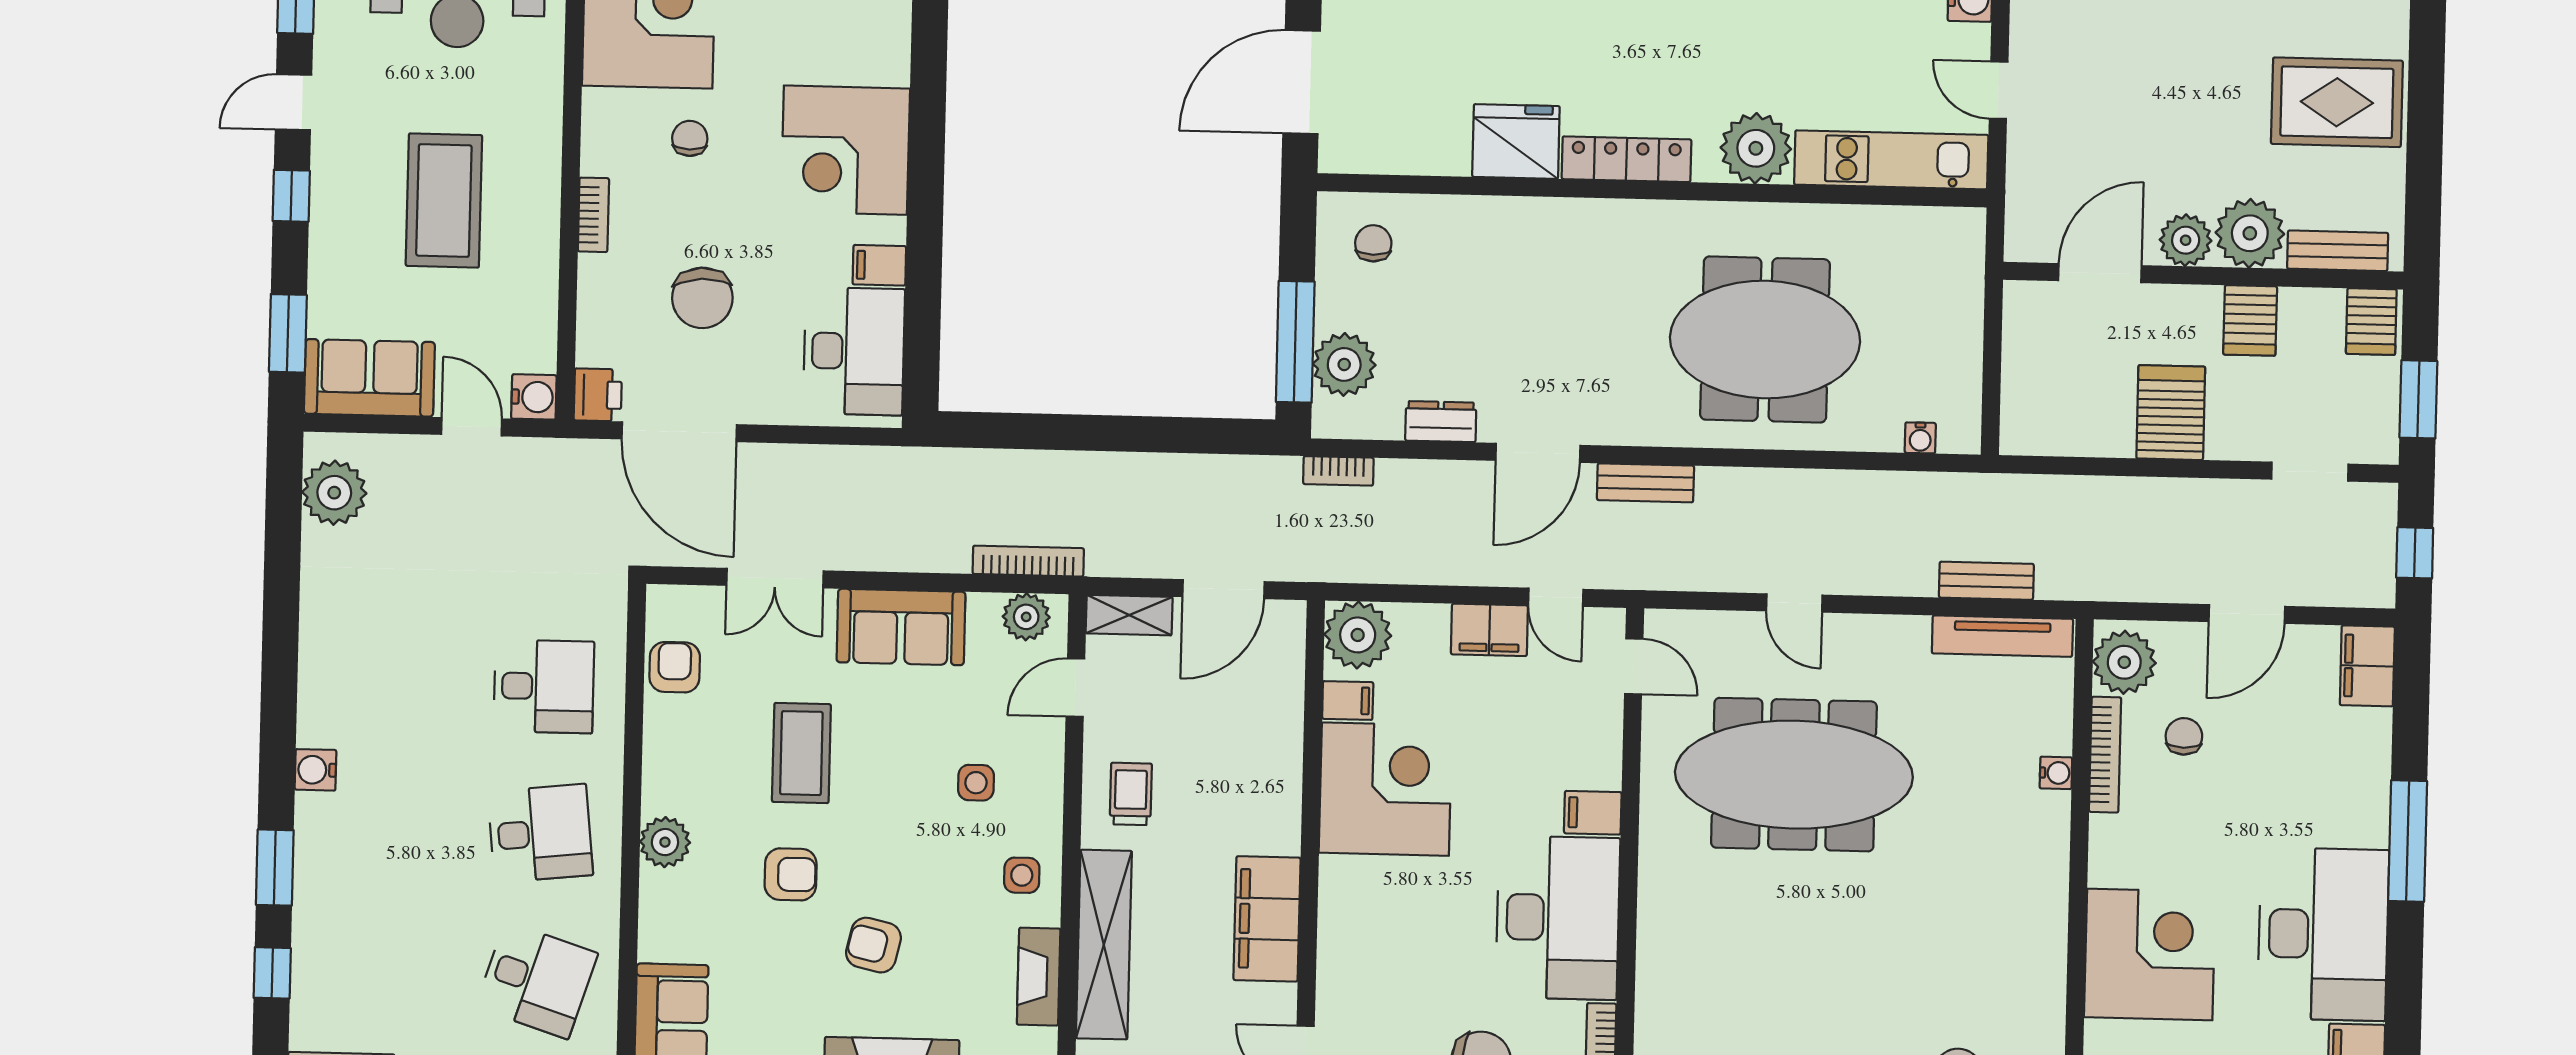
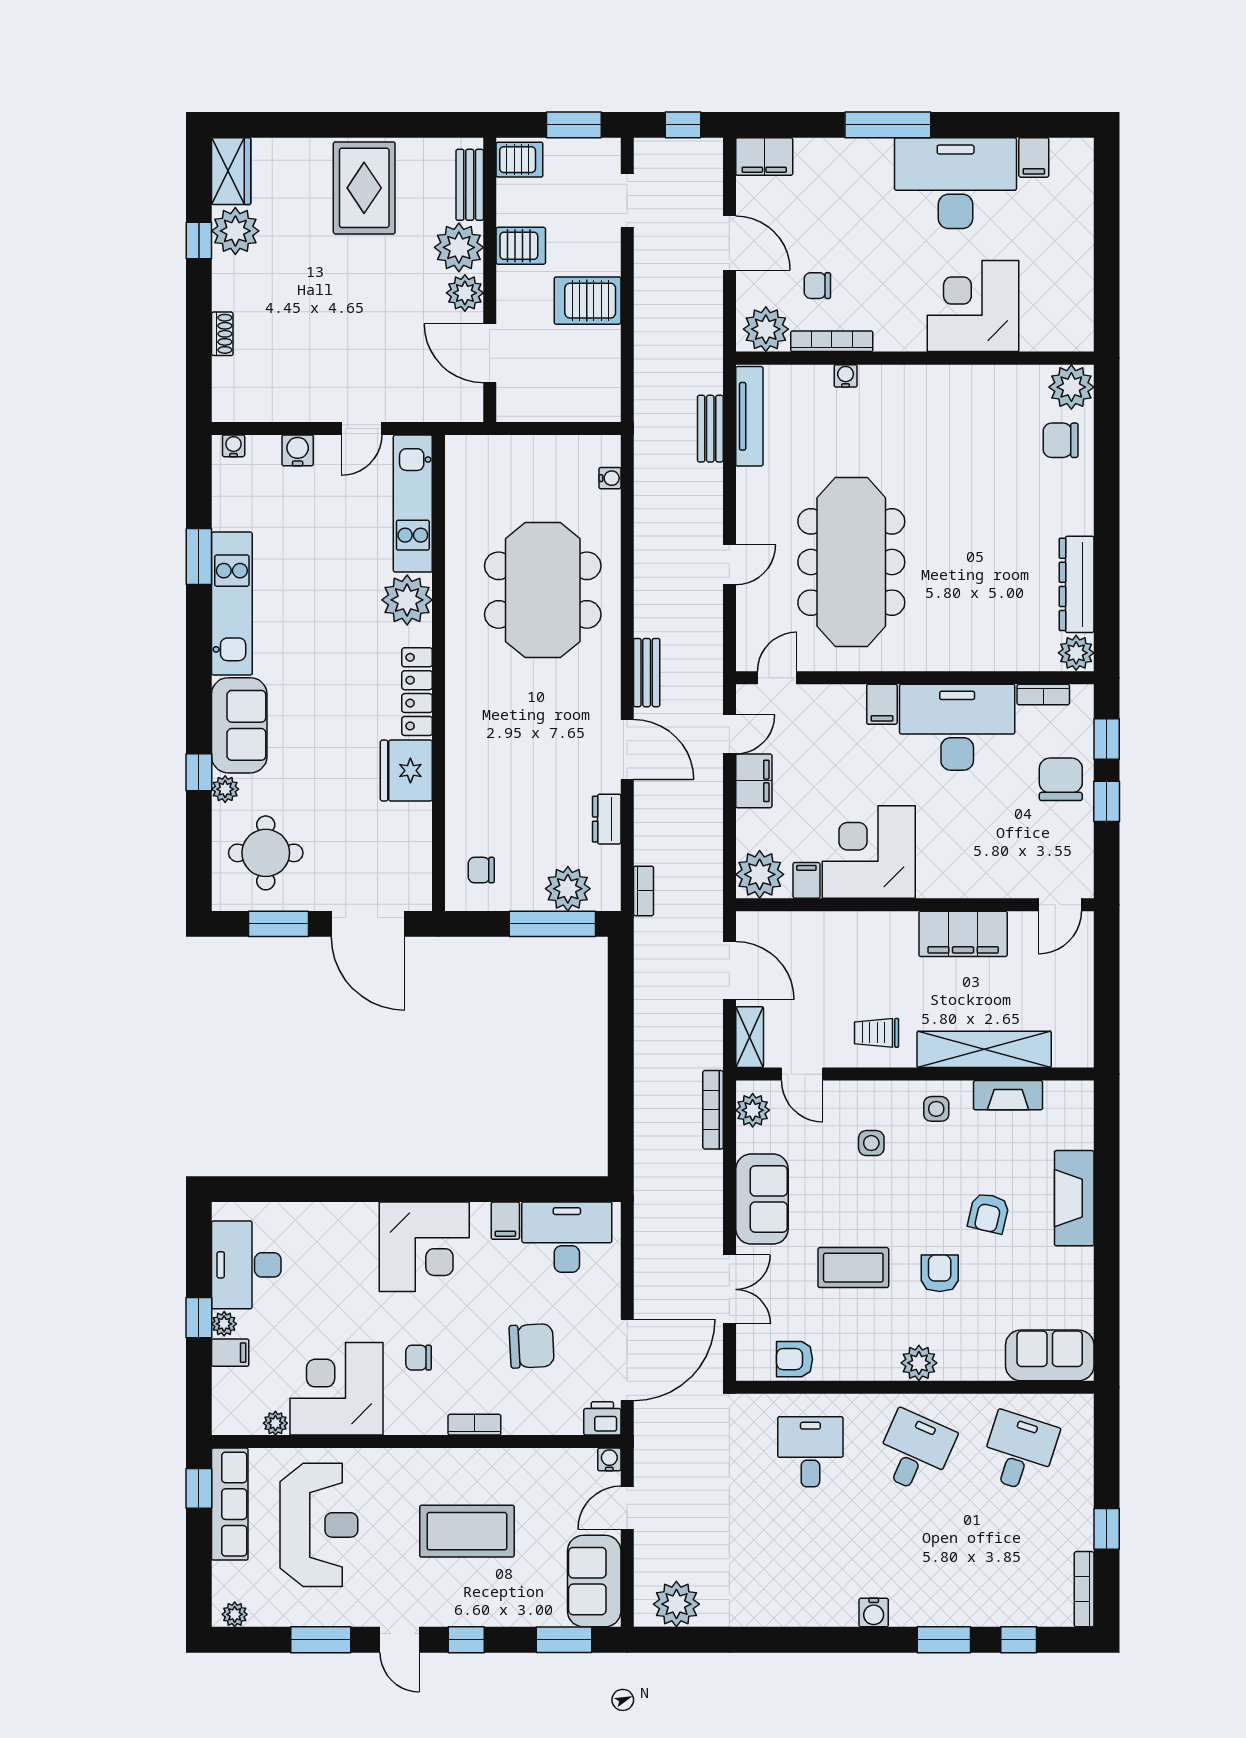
water cooler: (534, 397) -> (609, 1459), width x0.72, depth x0.72
desk: (540, 833) -> (915, 1452), turned 30

